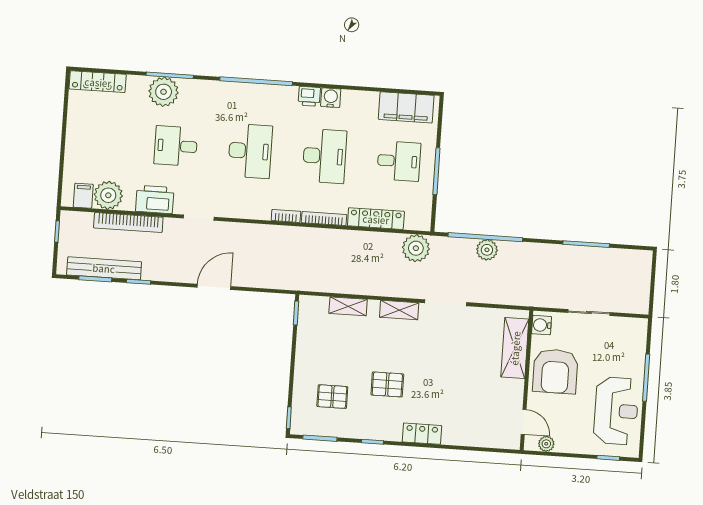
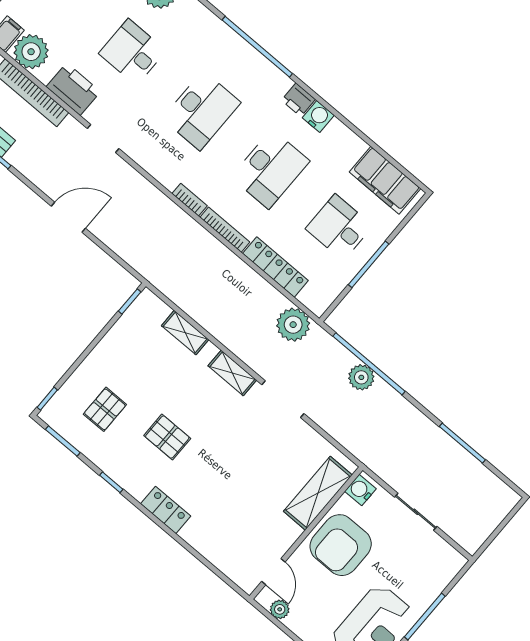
desk: (399, 161) -> (339, 227), turned 180
pallet: (332, 397) -> (105, 409), turned 90

